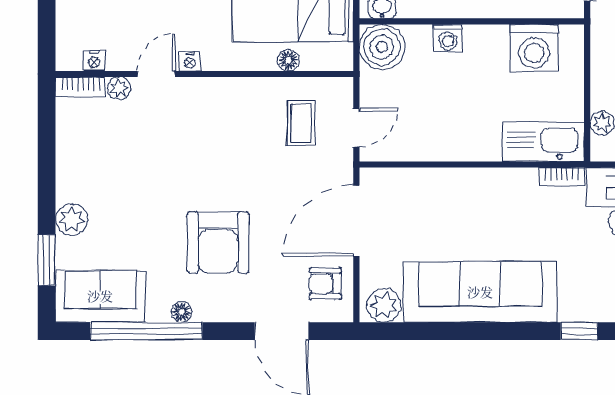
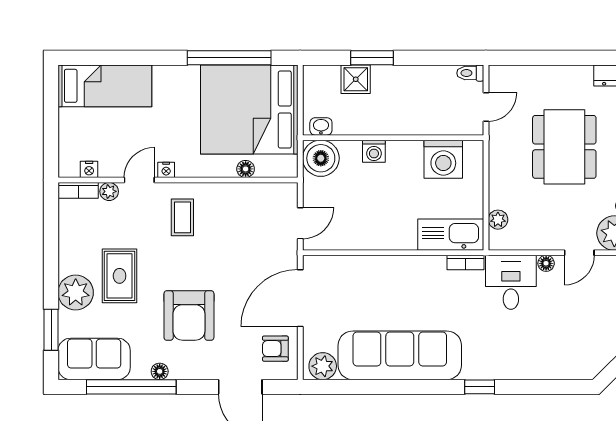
coffee table: (301, 123) -> (182, 217), moved
rug: (132, 193) -> (120, 276), added
plant: (71, 220) -> (76, 293), width x1.36, depth x1.36

